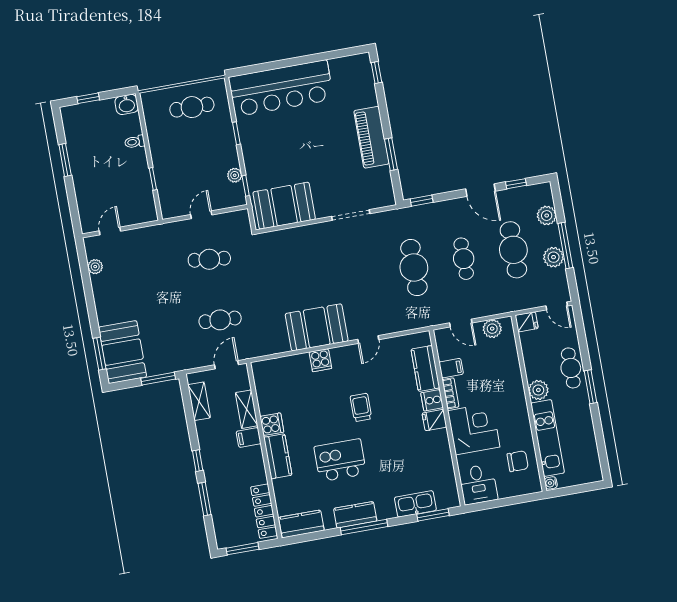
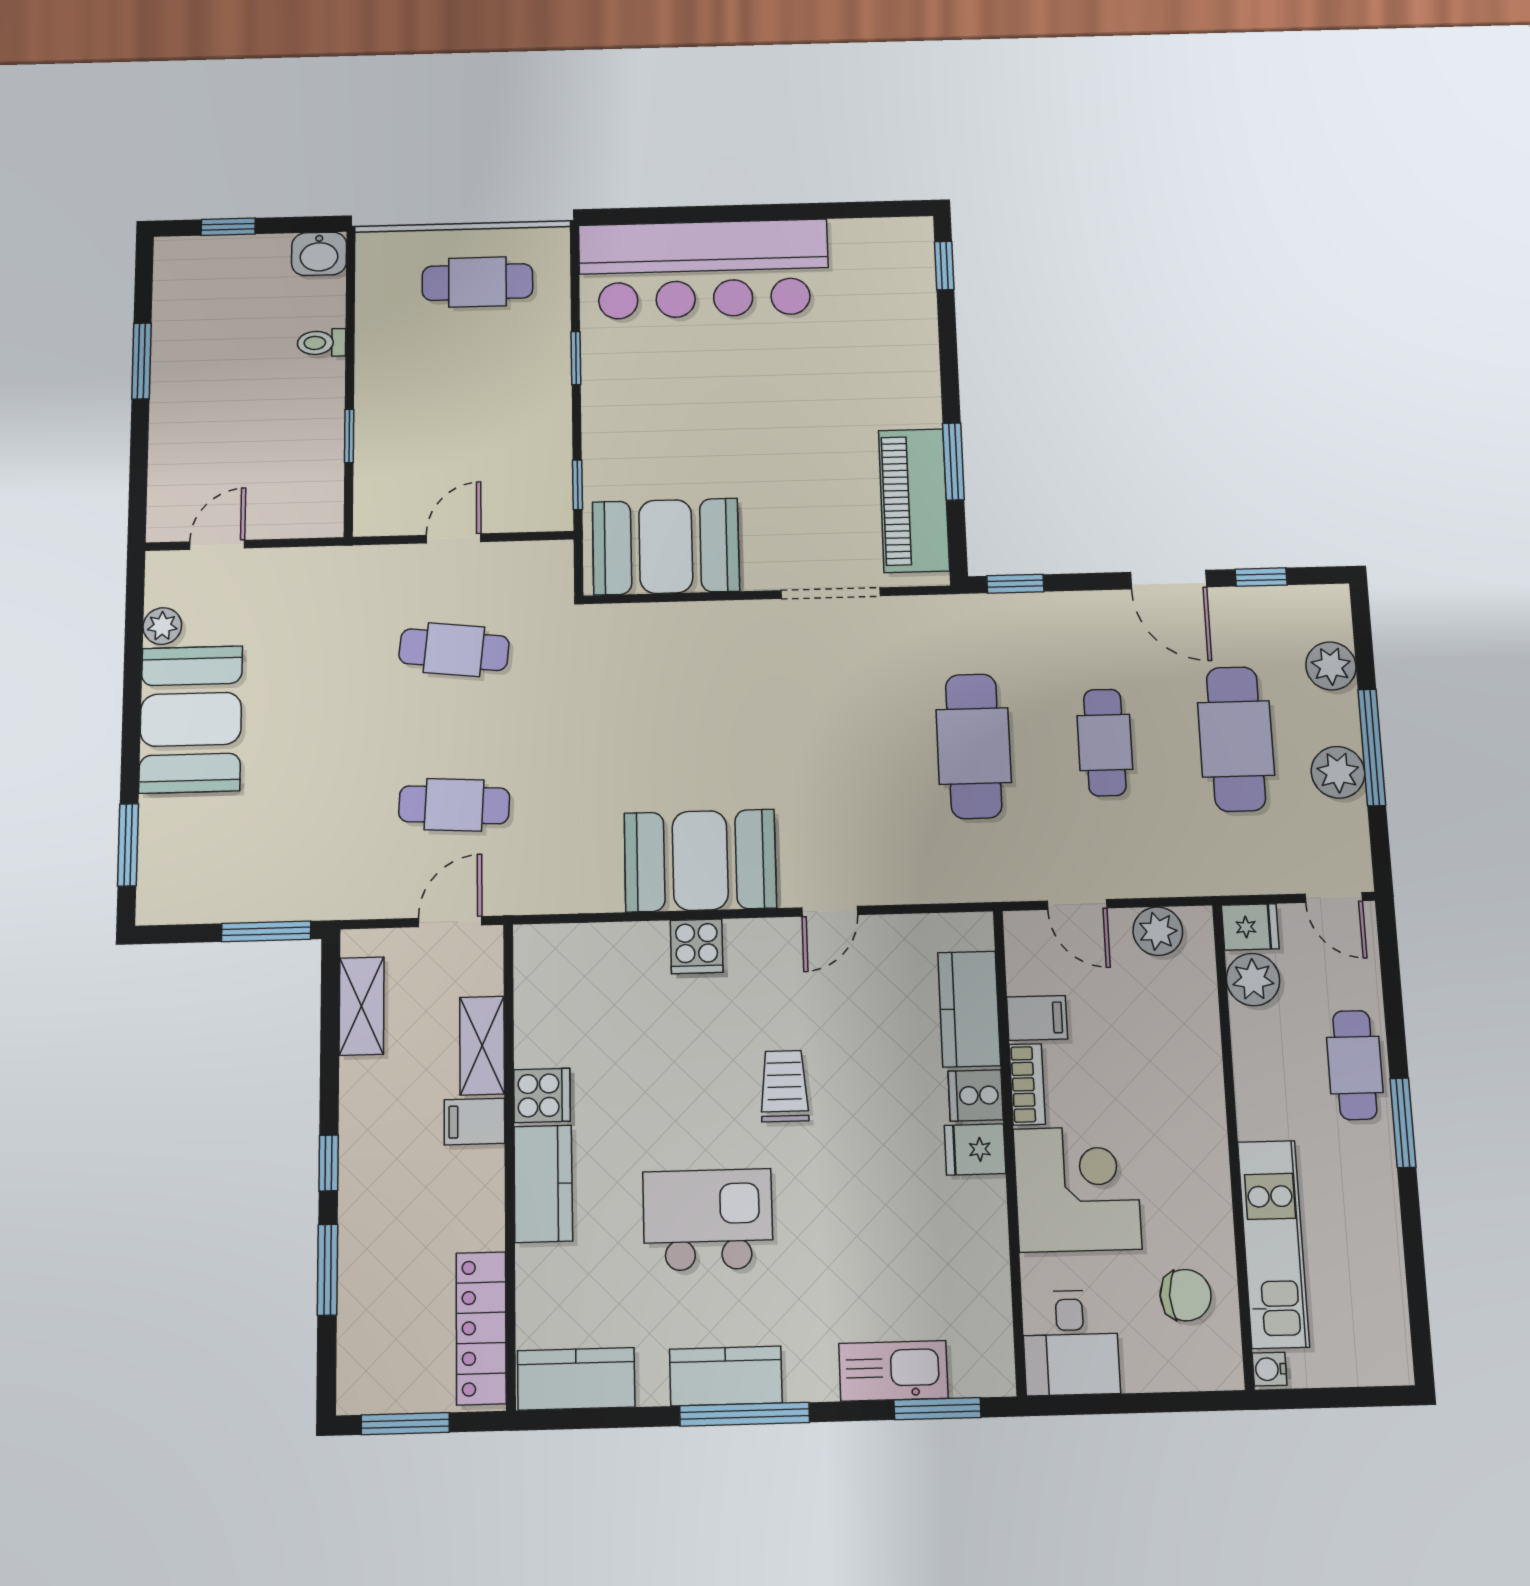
piano: (371, 137) -> (914, 500), moved
plant: (235, 175) -> (554, 456), removed
booth: (123, 352) -> (191, 719), moved
plant: (538, 390) -> (1253, 980), moved

